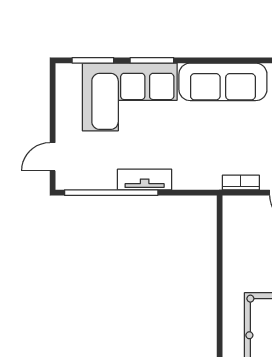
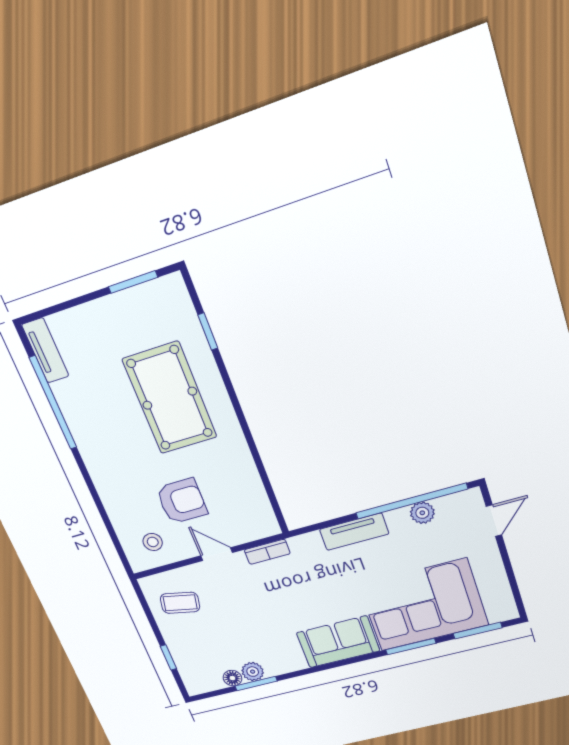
sofa: (223, 82) -> (338, 642), width x0.73
plant: (106, 180) -> (422, 513), added
tv unit: (145, 180) -> (354, 532), moved

